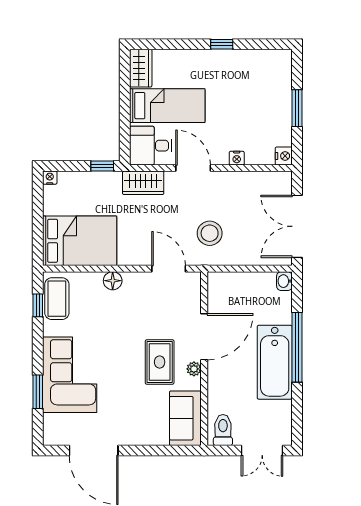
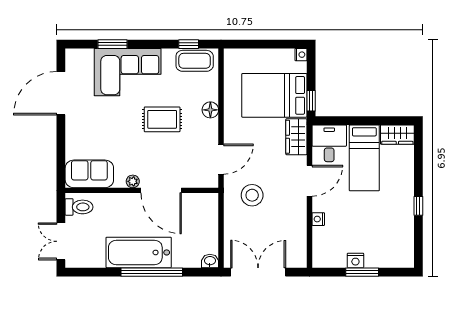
nightstand: (284, 156) -> (355, 260), moved
bed: (80, 241) -> (274, 95), moved, turned 90
rug: (160, 362) -> (162, 119), moved

